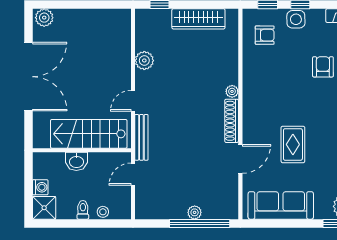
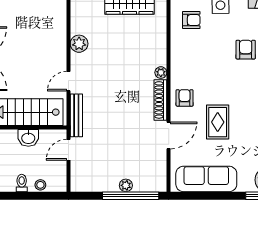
armchair: (257, 119) -> (185, 98), added
washbasin: (76, 161) -> (28, 138), moved

